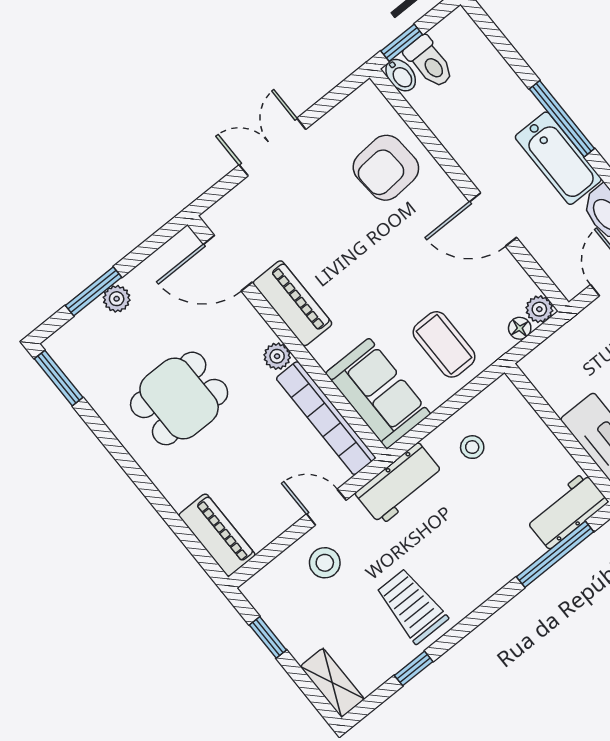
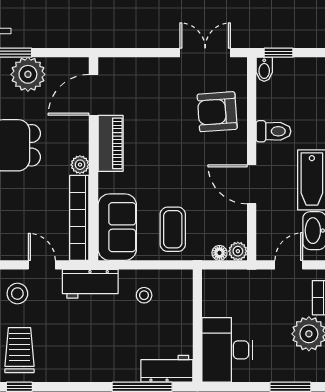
toilet: (429, 62) -> (273, 131), moved, turned -90
double door: (272, 147) -> (205, 53), moved
door: (228, 263) -> (94, 95), hinge flipped
plant: (117, 299) -> (28, 74), width x1.87, depth x1.87
trolley: (412, 606) -> (20, 350), moved

